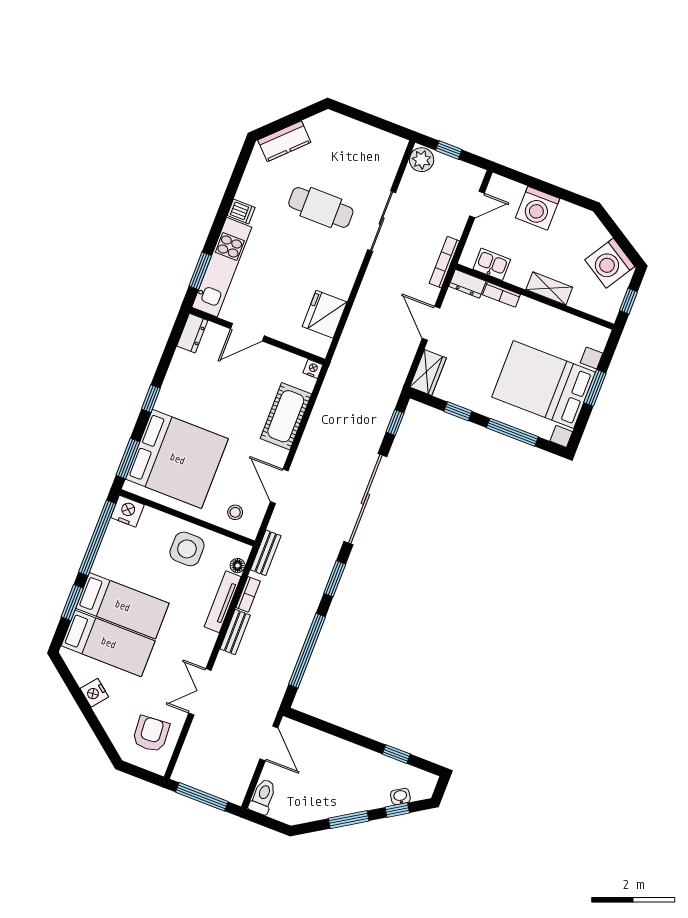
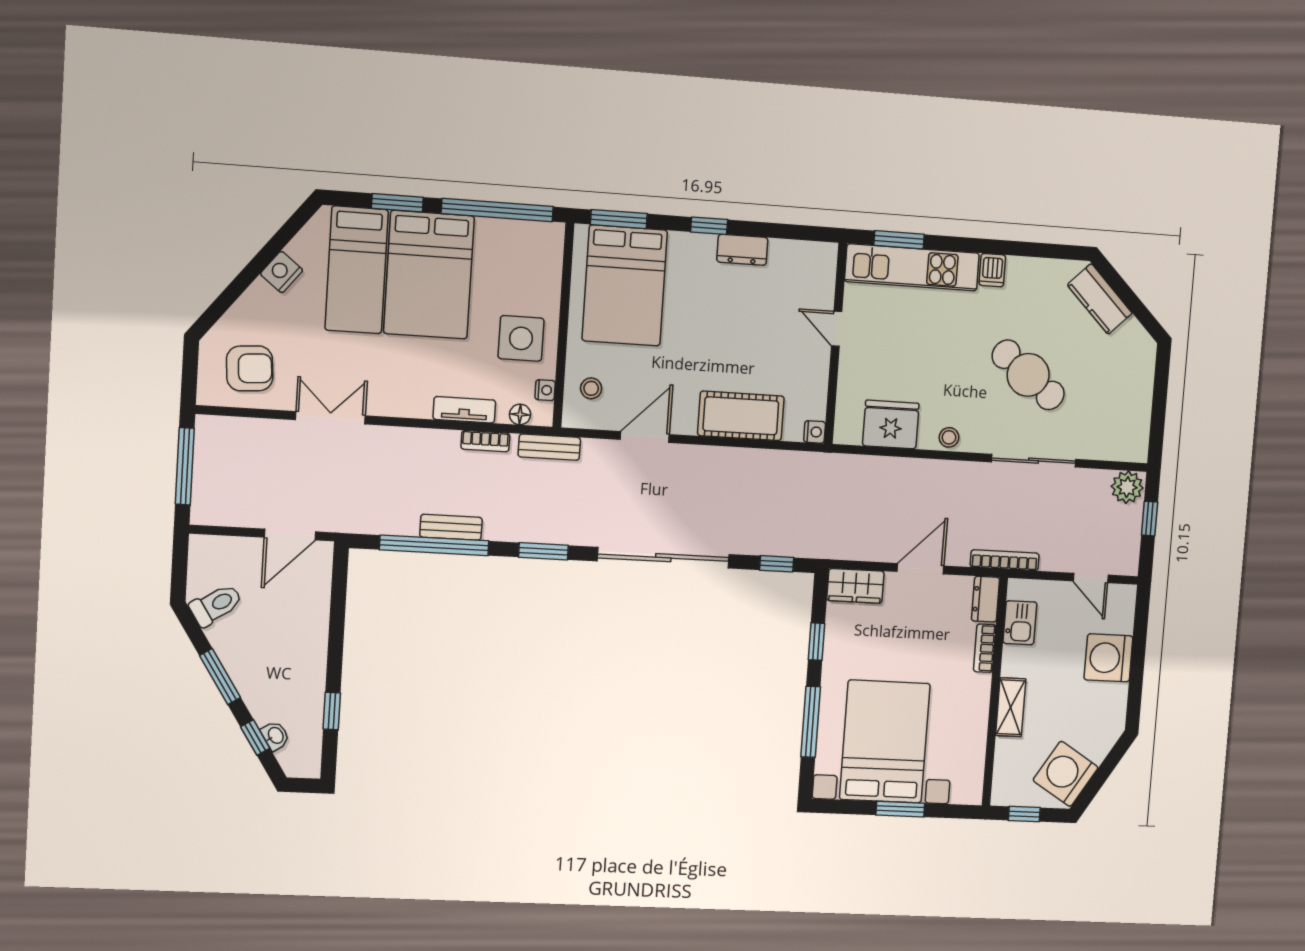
cafe table: (321, 207) -> (1028, 375), turned -52
stool: (346, 276) -> (949, 437), added
door: (247, 332) -> (837, 329), width x0.73
dresser: (192, 333) -> (742, 250), moved
bed: (177, 459) -> (625, 285), width x0.73
nightstand: (128, 511) -> (545, 390), moved, width x0.53, depth x0.56
tv unit: (223, 602) -> (464, 410), width x0.71
bed: (122, 606) -> (429, 275), width x1.50
bench: (235, 632) -> (451, 527), moved
toilet: (263, 797) -> (216, 605), moved, turned -32

